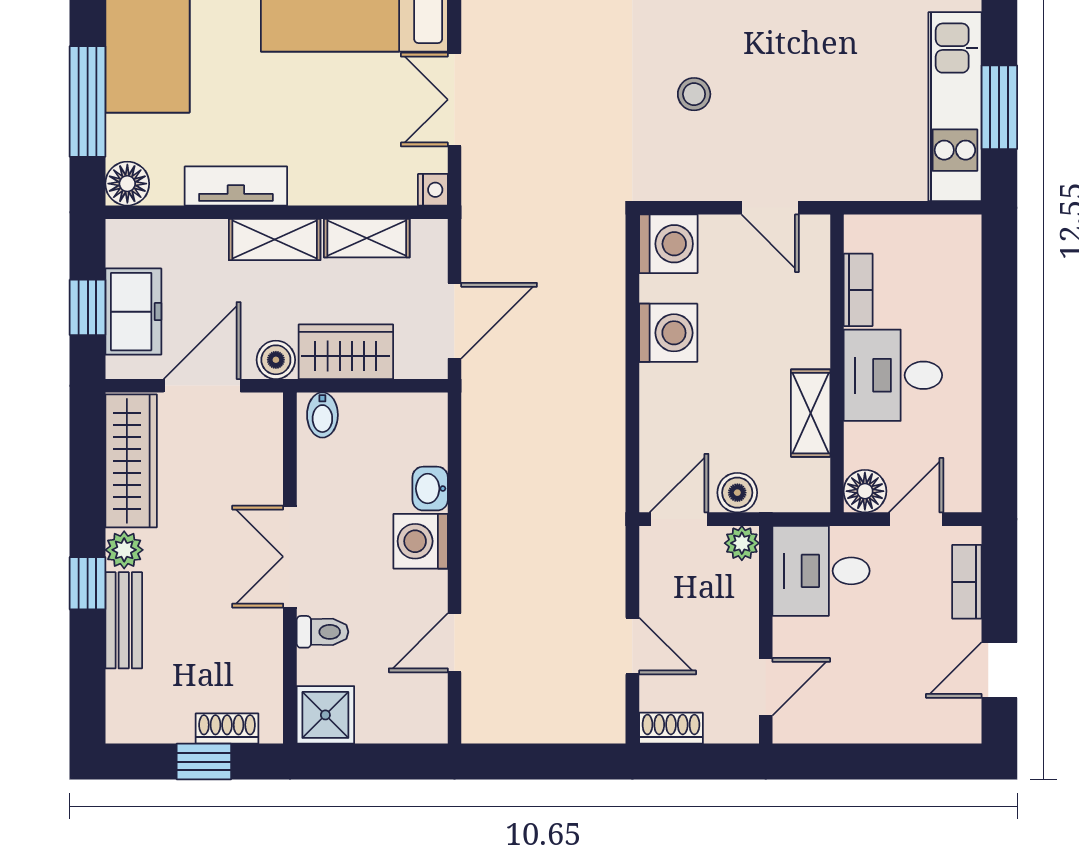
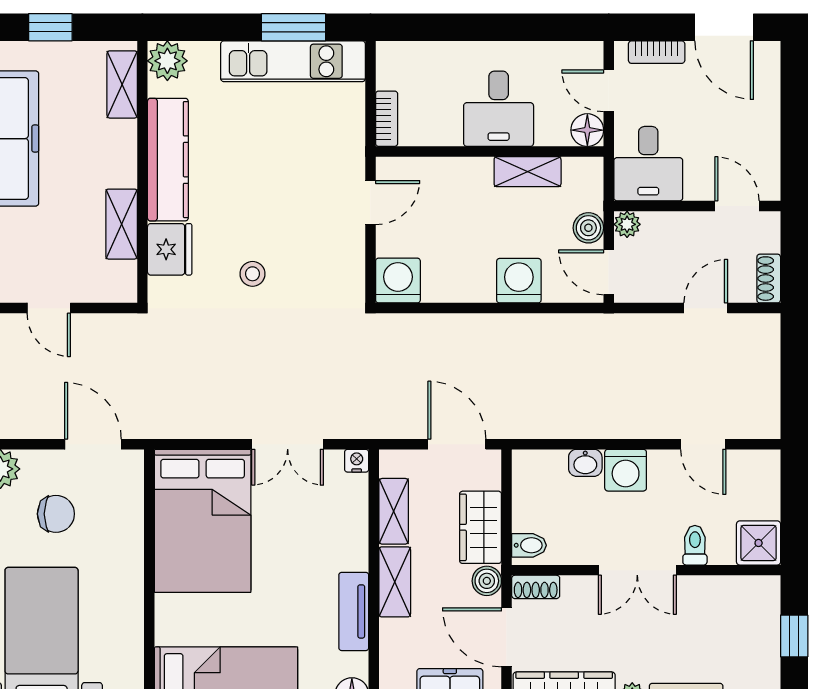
stool: (694, 94) -> (253, 274), moved
bookcase: (858, 290) -> (387, 119), moved, turned 90
washing machine: (668, 333) -> (519, 281), moved
door: (999, 670) -> (724, 27), width x1.38
shoe rack: (227, 729) -> (536, 587), moved, turned -90

